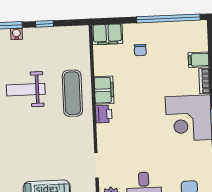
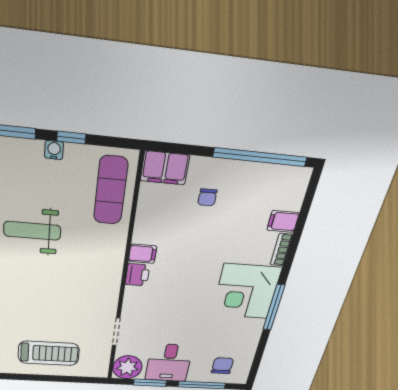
water cooler: (16, 34) -> (54, 150), moved
filing cabinet: (104, 90) -> (143, 254), width x0.50
exercise mat: (72, 93) -> (111, 190), moved

